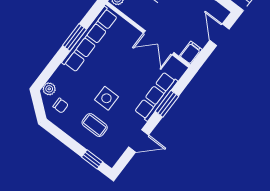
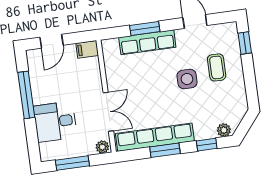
double door: (159, 43) -> (108, 112), moved
window: (51, 68) -> (207, 145), added
chair: (61, 106) -> (228, 109), removed

